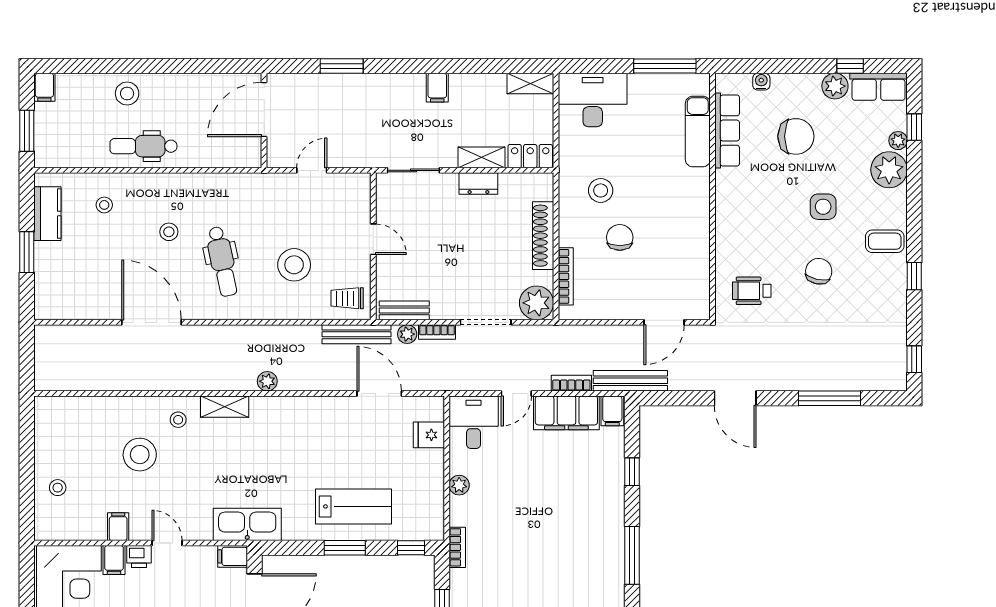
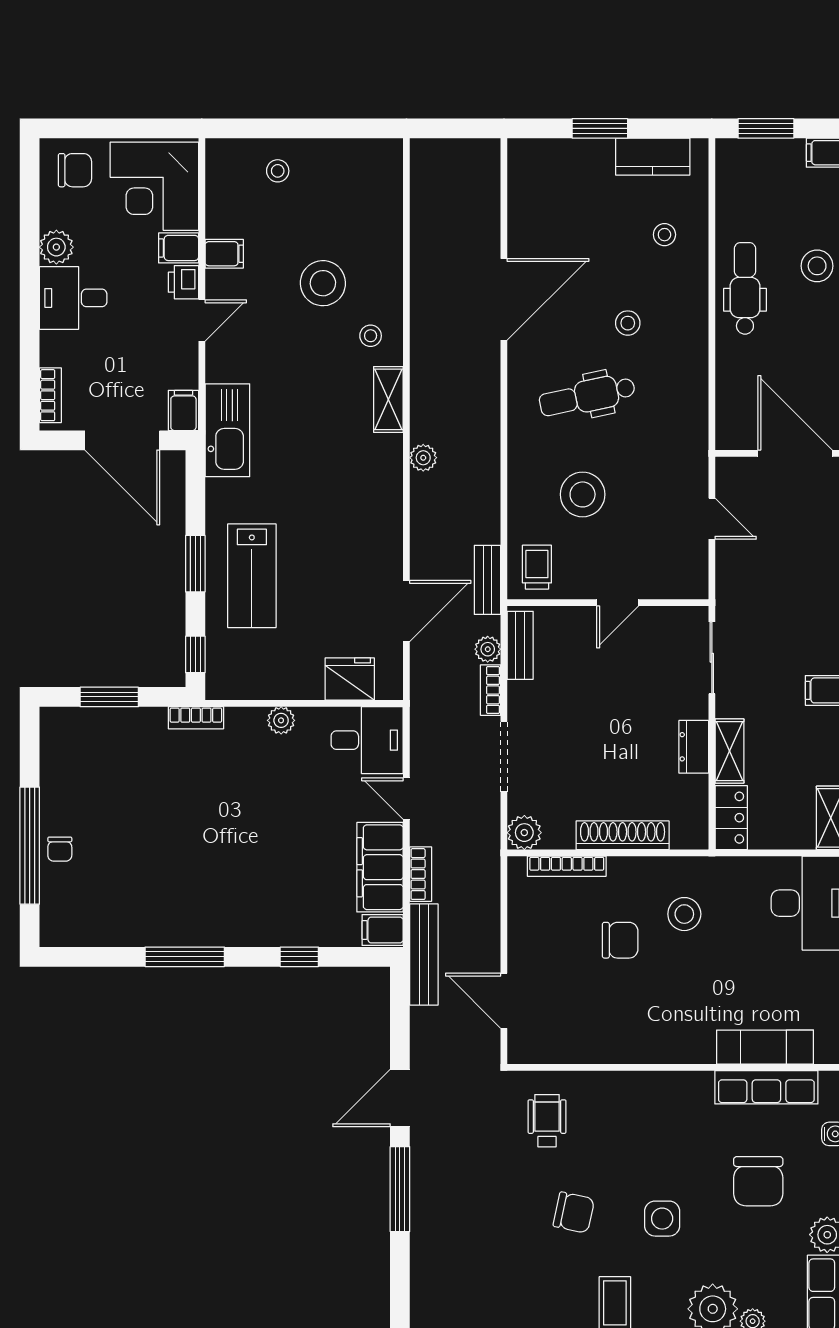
plant: (537, 303) -> (524, 833), width x0.73, depth x0.73
bench: (356, 334) -> (488, 580), width x0.73
window: (829, 398) -> (400, 1189), moved
fridge: (429, 435) -> (350, 679), width x1.38

